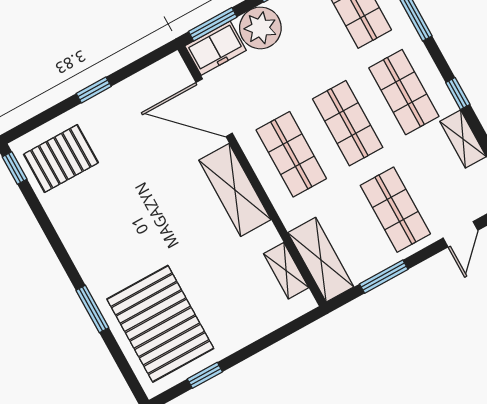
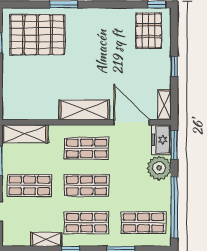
door: (214, 108) -> (132, 122), hinge flipped
shelving: (286, 271) -> (164, 105), moved, turned 90

